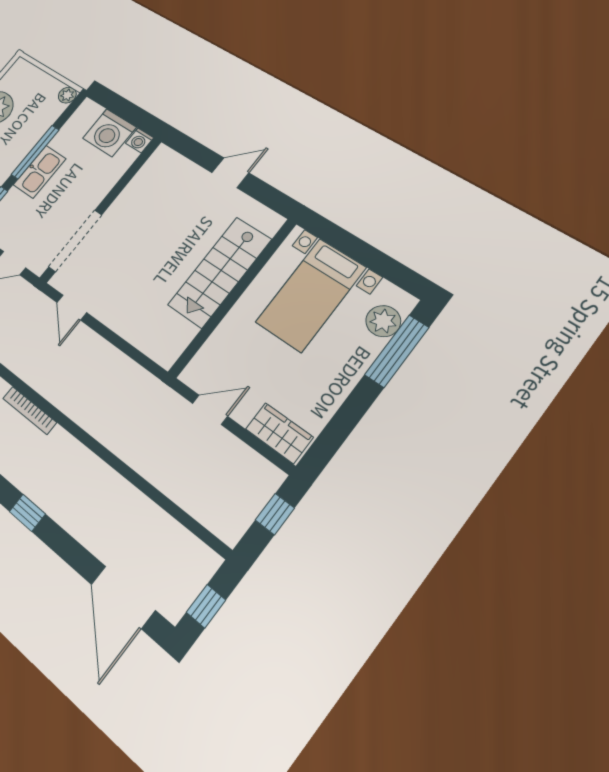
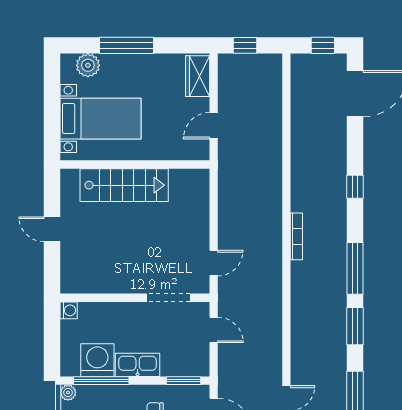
washing machine: (109, 133) -> (97, 360), moved, turned -90
window: (35, 152) -> (101, 381), moved
doorway: (75, 241) -> (168, 298), width x0.73
window: (397, 351) -> (127, 45), moved
door: (210, 410) -> (214, 126), hinge flipped

